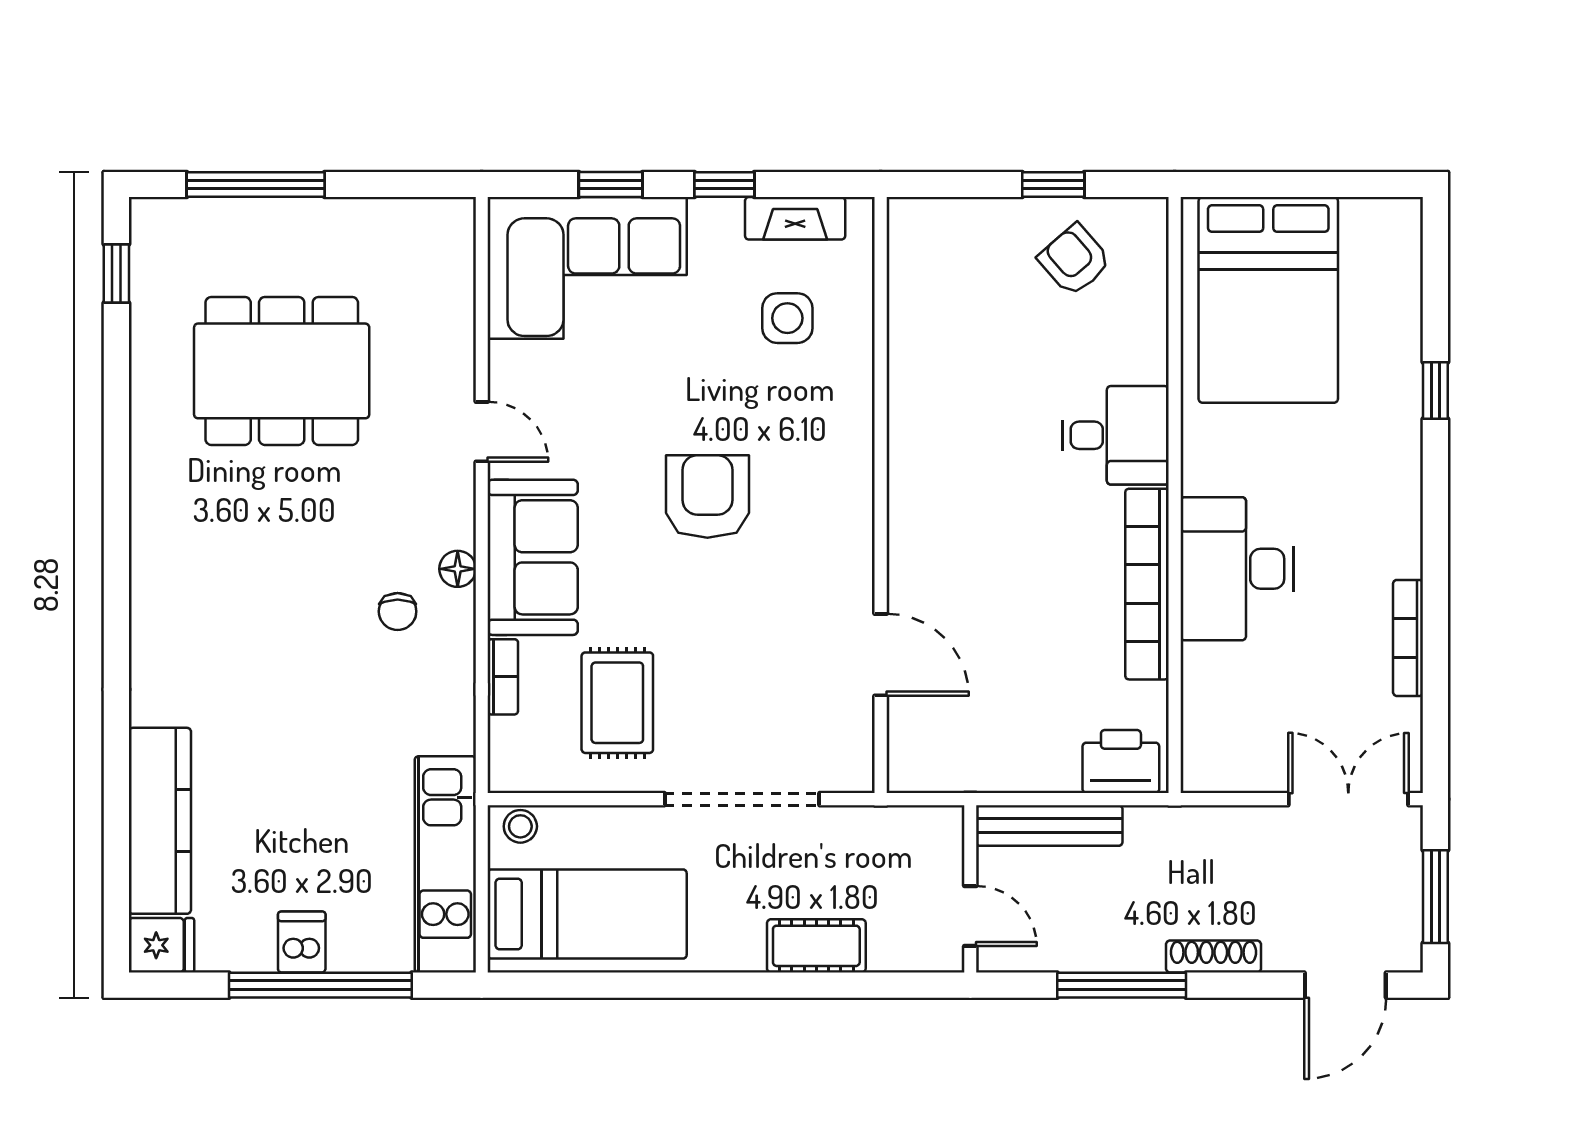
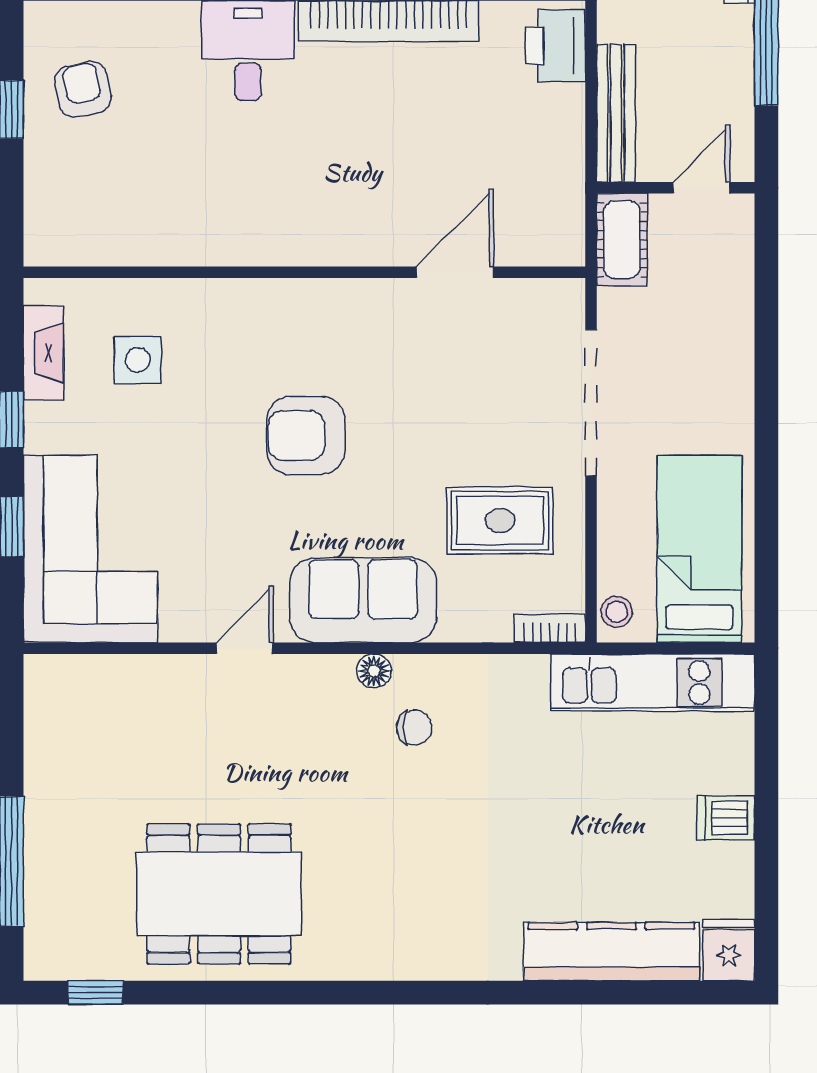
armchair: (1075, 260) -> (83, 89), turned 120
dining table: (282, 371) -> (219, 894), moved, turned 90
bookcase: (503, 677) -> (550, 628), moved
cot: (816, 946) -> (622, 240), moved
window: (320, 985) -> (766, 800), removed

